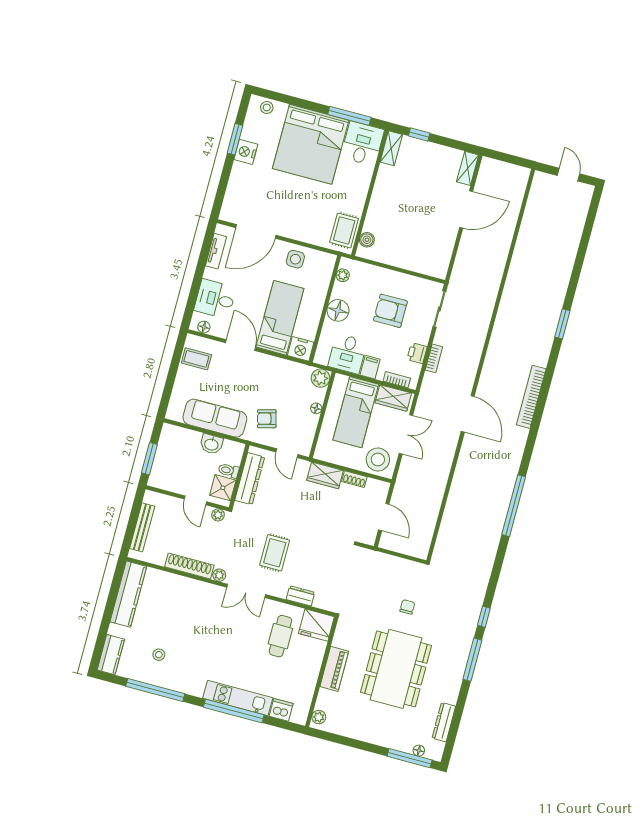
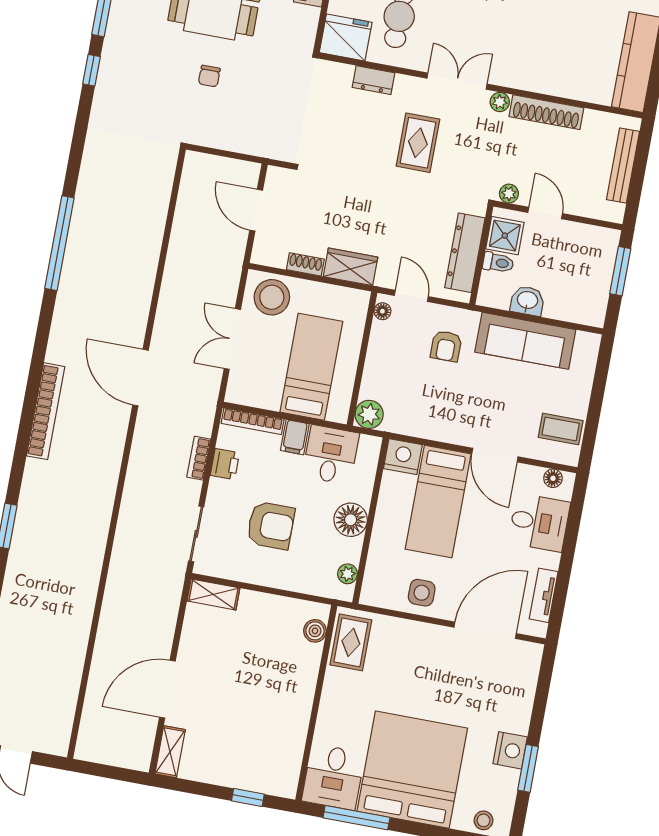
shelving: (391, 148) -> (213, 594), moved, turned 90
bookcase: (397, 380) -> (253, 421), width x1.56
wardrobe: (393, 398) -> (256, 393), removed
floor lamp: (316, 408) -> (382, 311), moved
armchair: (267, 419) -> (446, 346), turned 105

